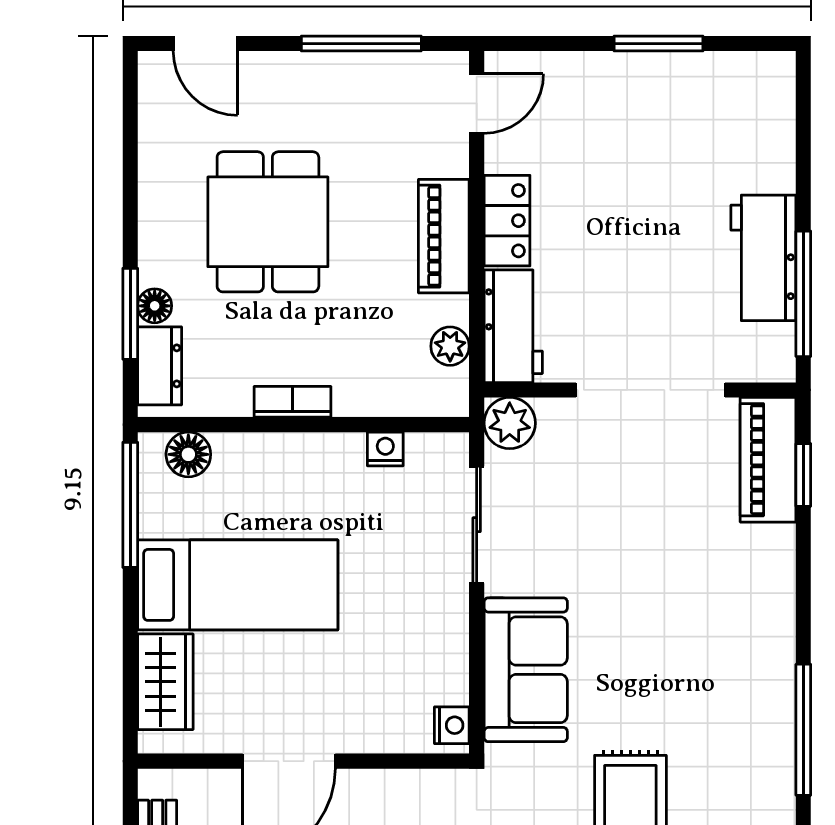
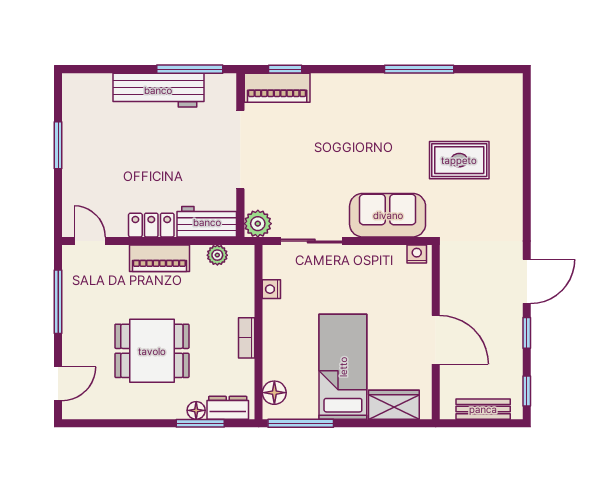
workbench: (763, 258) -> (158, 90), width x1.38

